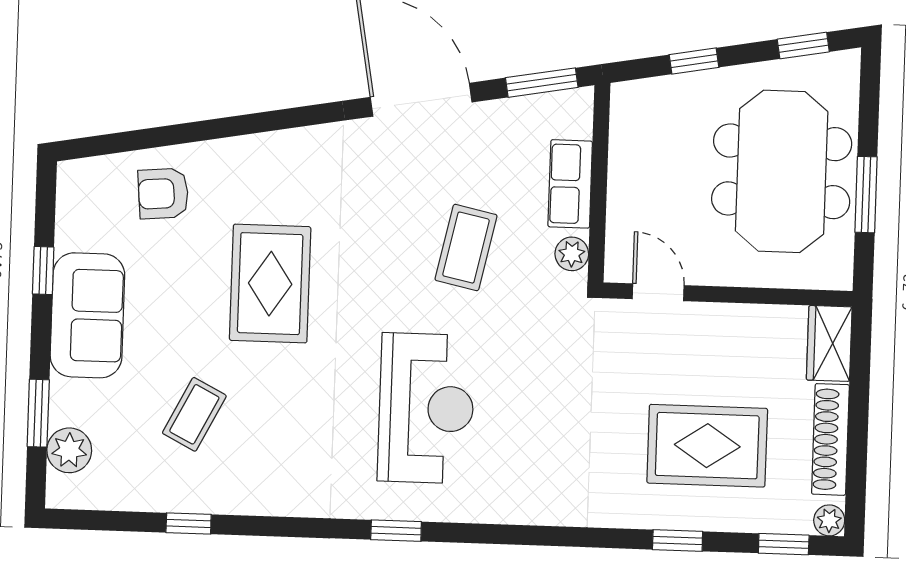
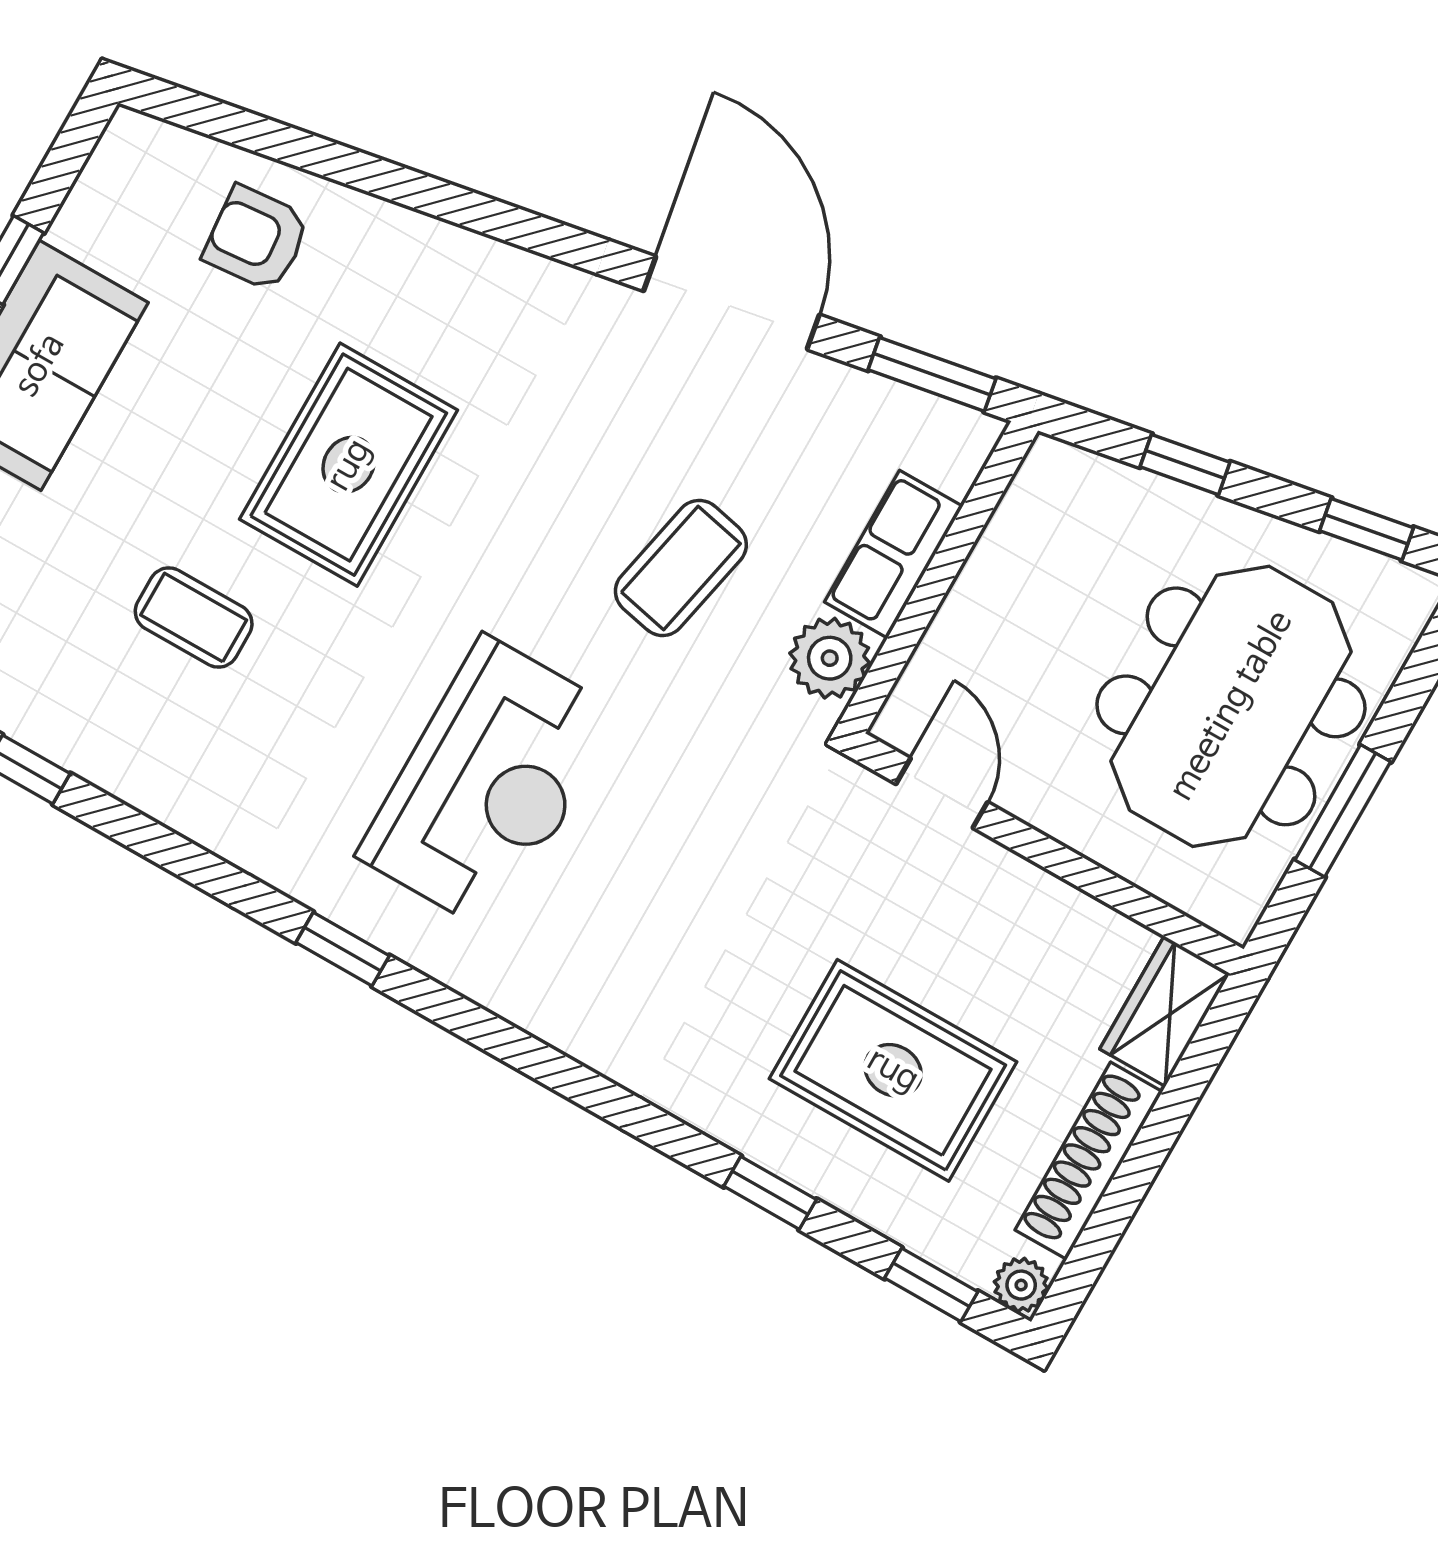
plant: (572, 254) -> (830, 658), width x1.38, depth x1.38
coffee table: (194, 414) -> (194, 618), moved, turned 63

